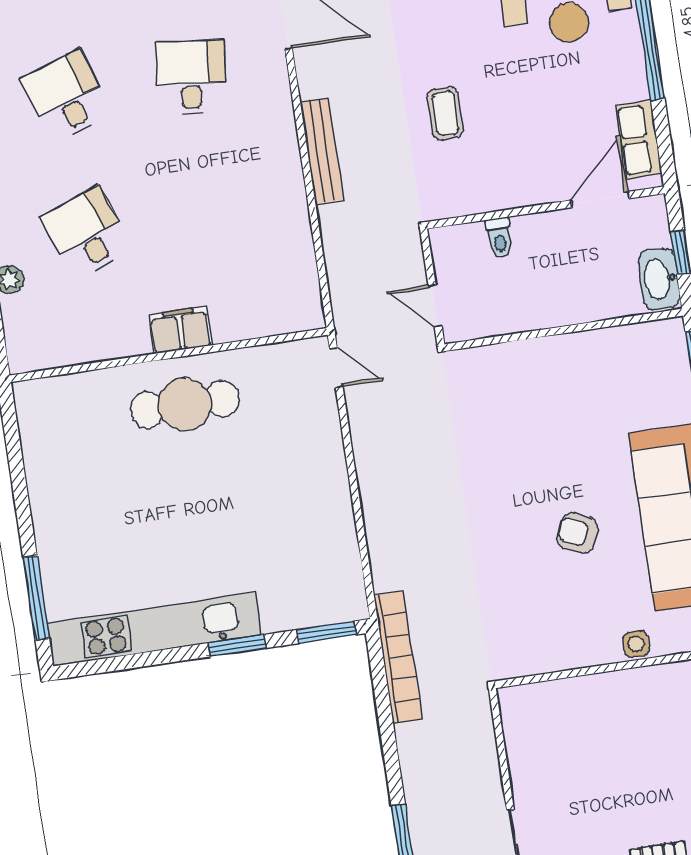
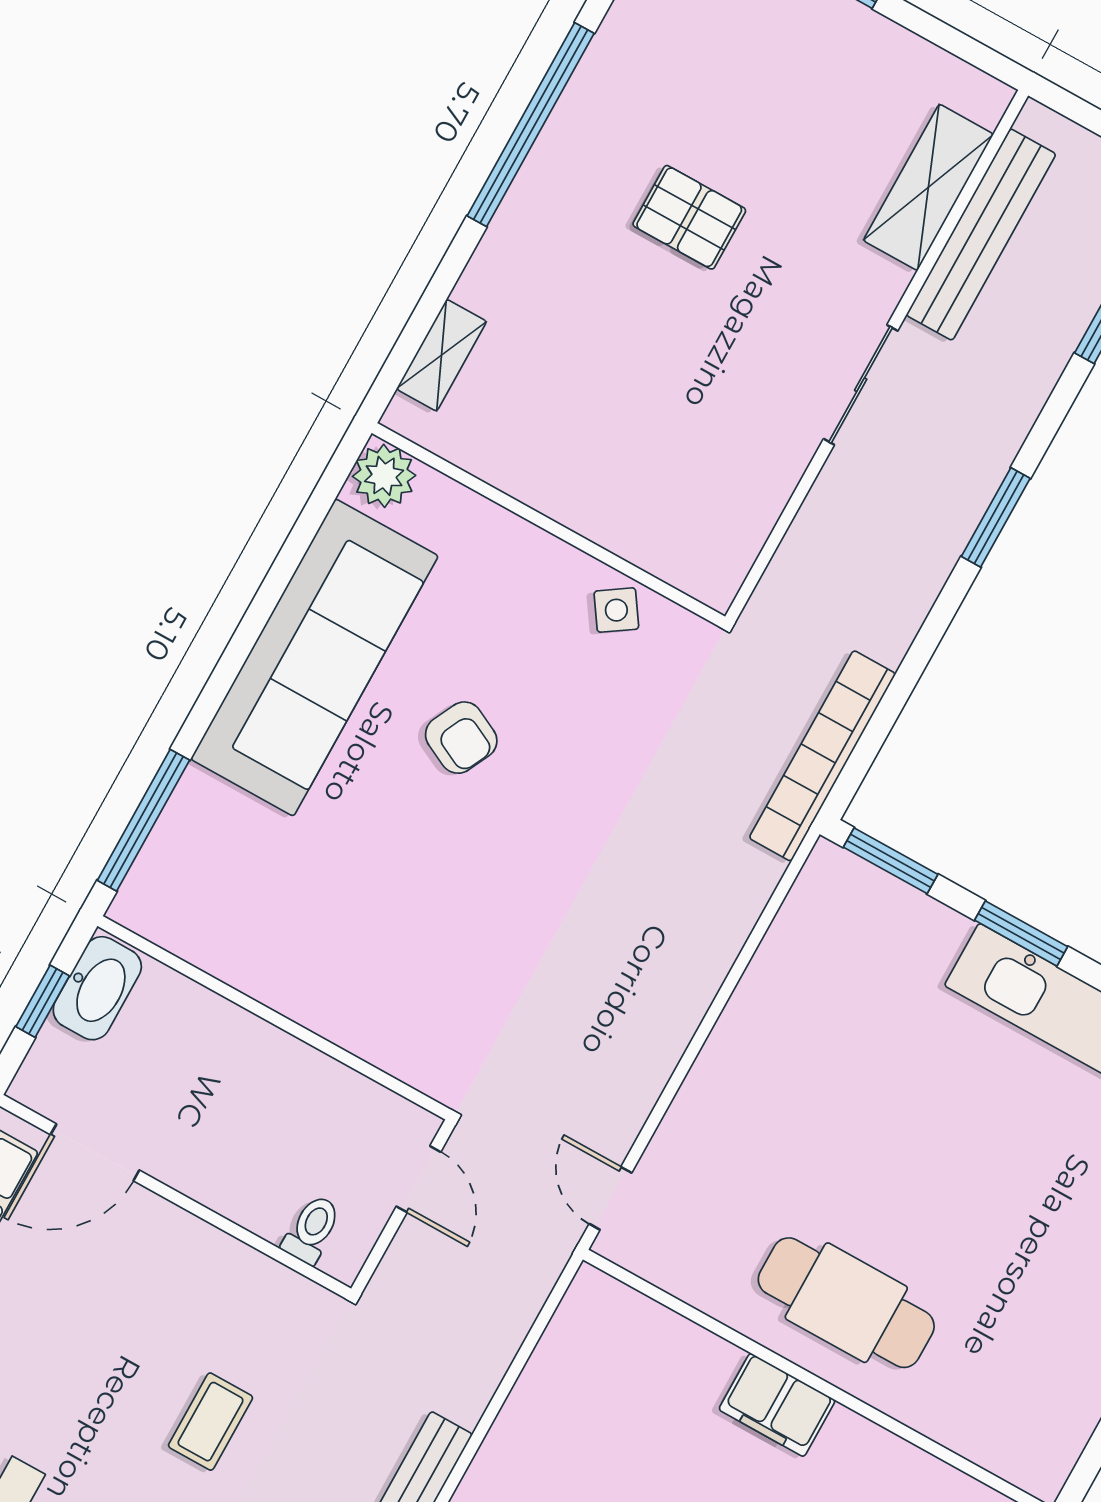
toilet: (499, 238) -> (312, 1229), moved
side table: (636, 644) -> (616, 610), moved, turned -34

